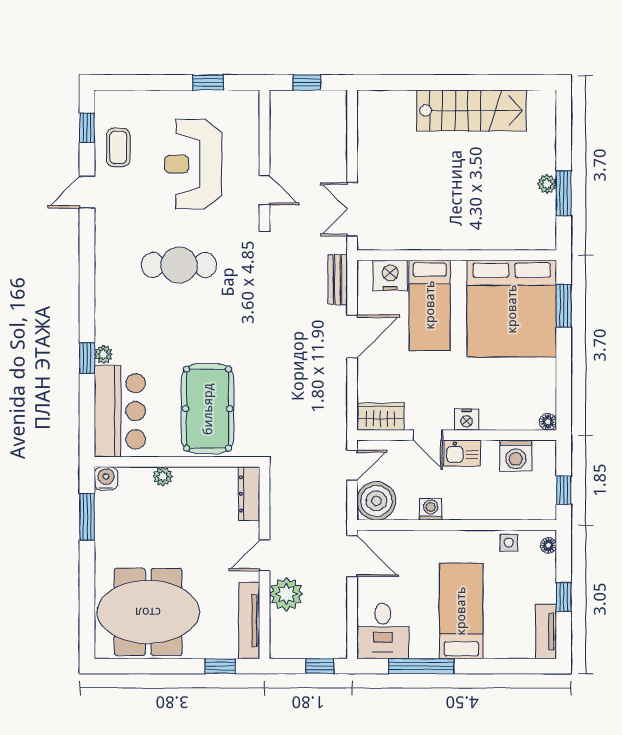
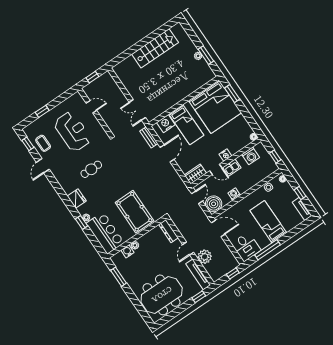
window: (208, 82) -> (42, 111), moved
reception desk: (193, 164) -> (73, 131), turned 180
door: (265, 190) -> (91, 107), moved
cafe table: (179, 265) -> (91, 169), width x0.73, depth x0.74
fridge: (110, 304) -> (77, 199), added
water cooler: (106, 478) -> (127, 251), moved

